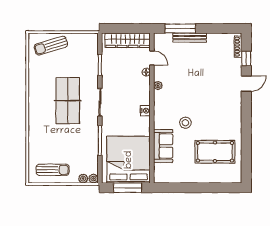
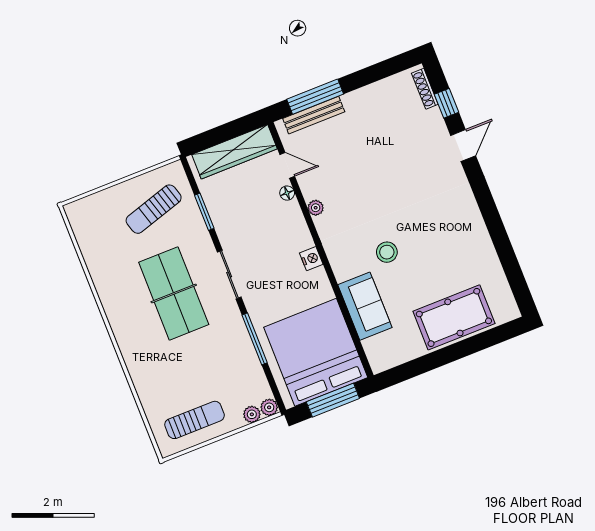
bench: (190, 38) -> (314, 115), moved
sun lounger: (51, 46) -> (154, 209), moved
pool table: (215, 152) -> (454, 317), moved

